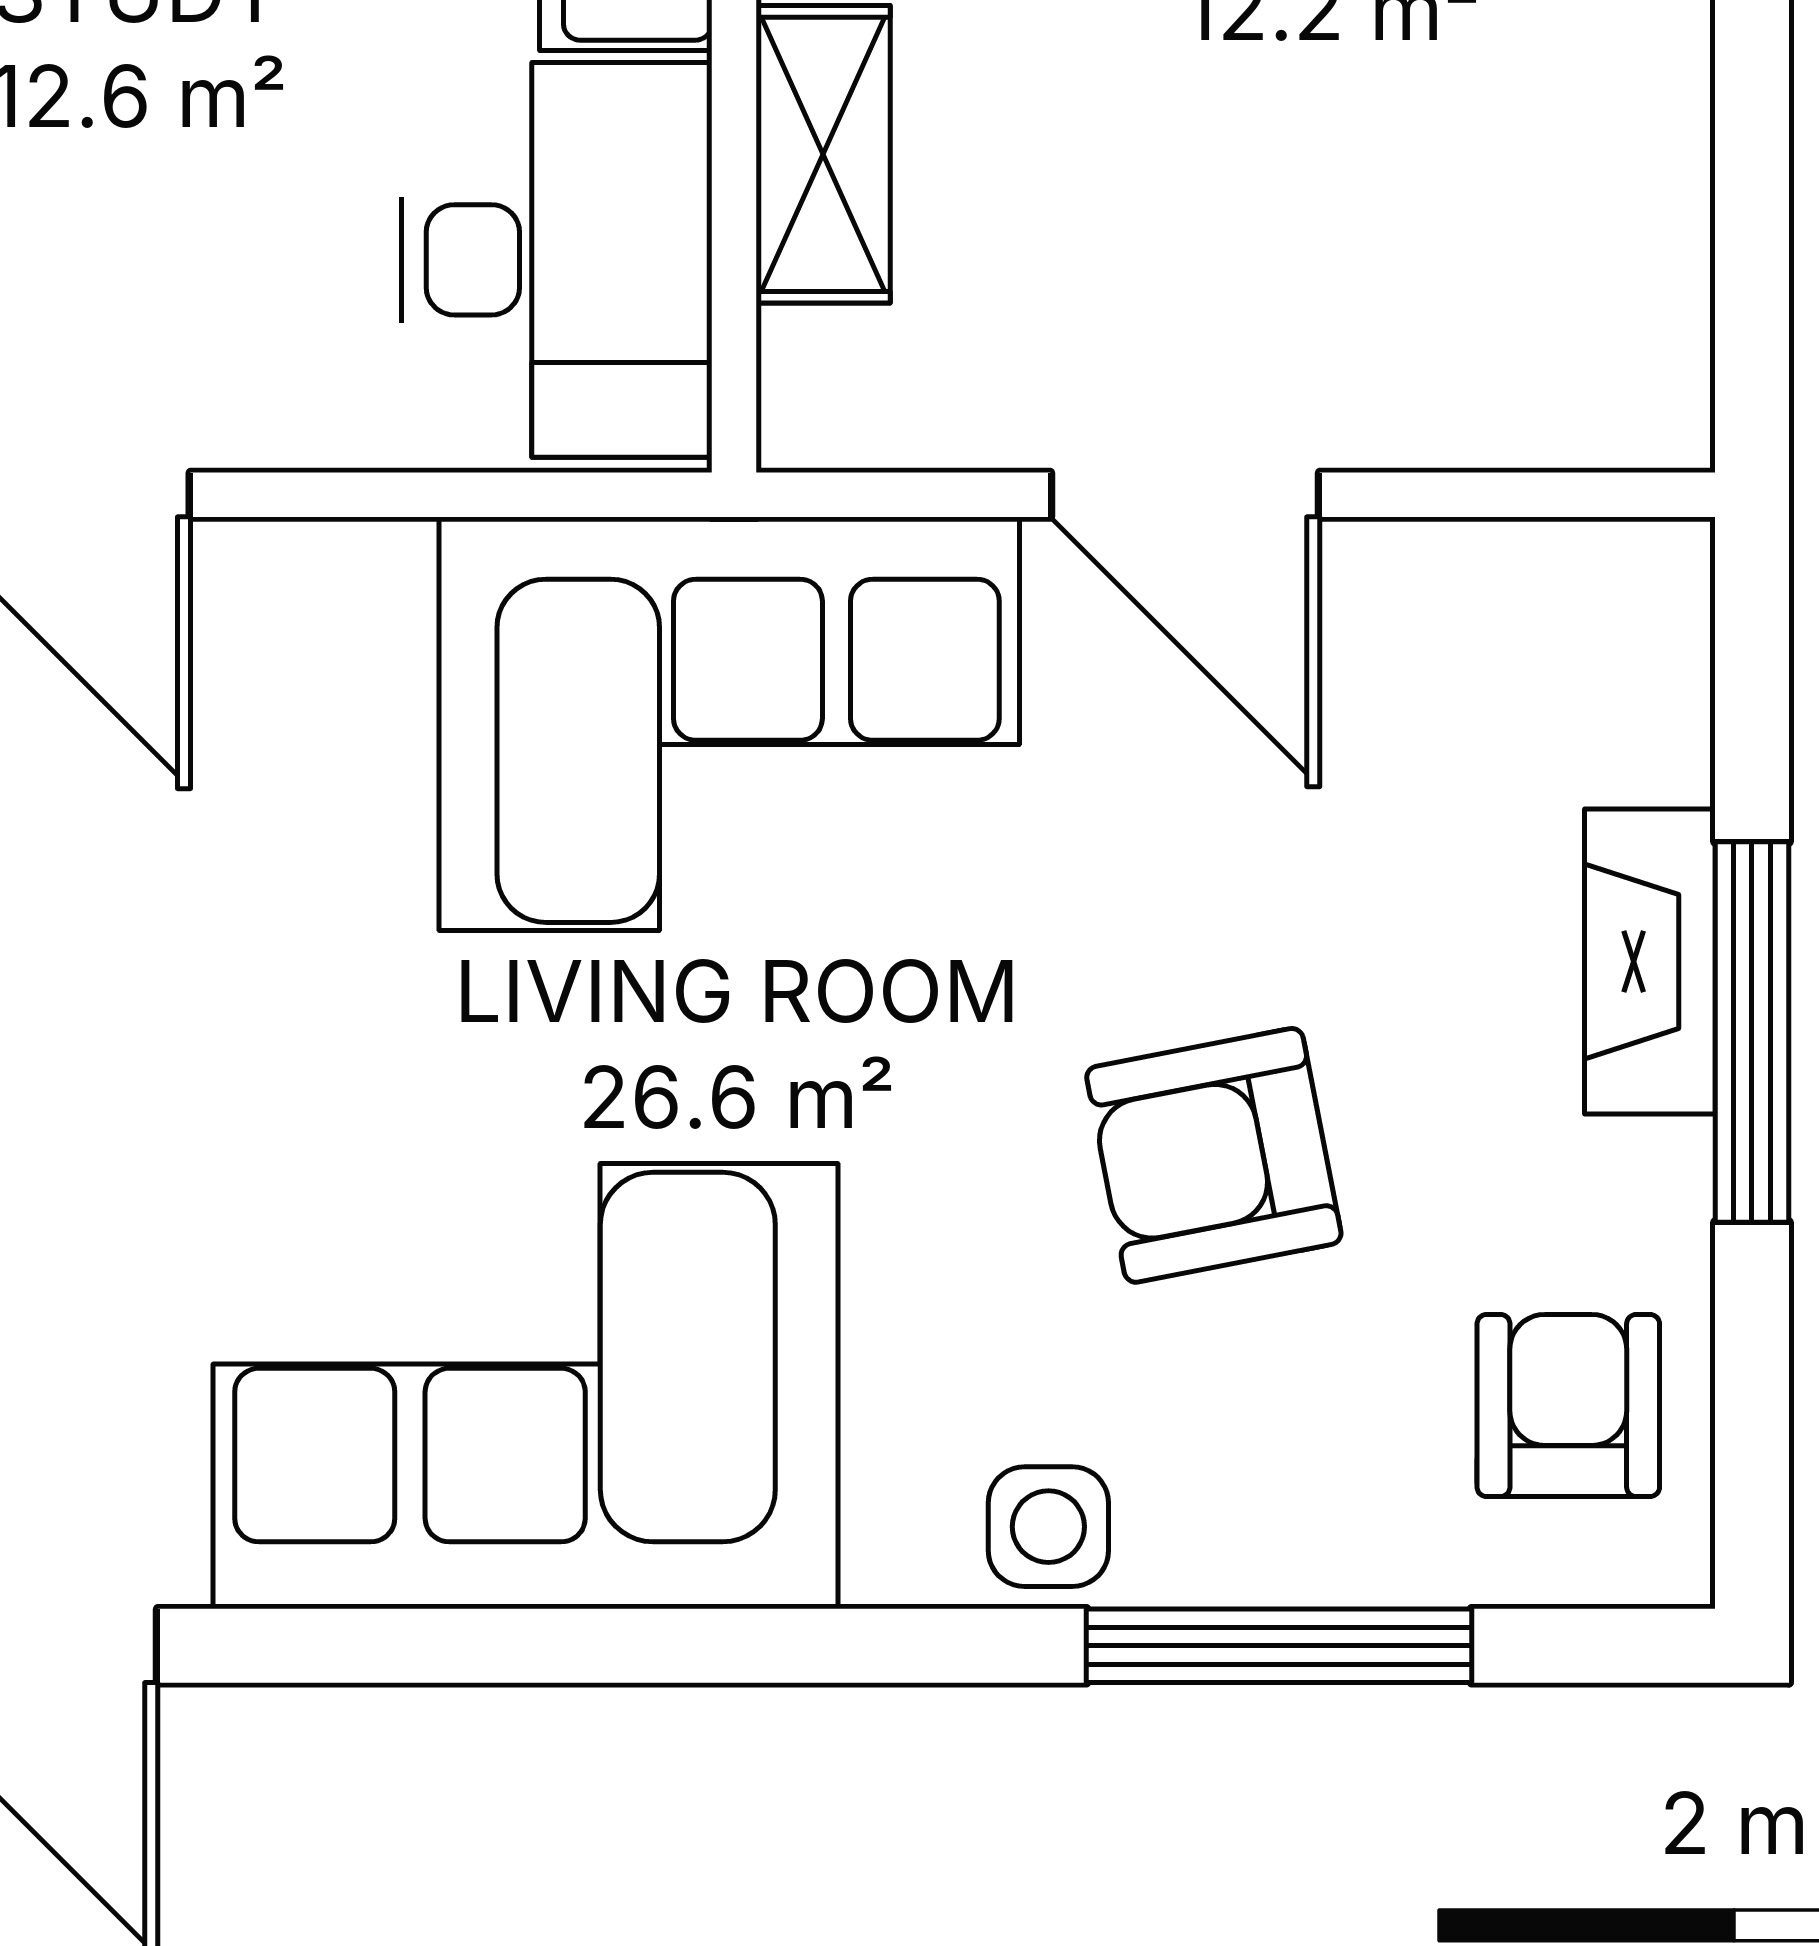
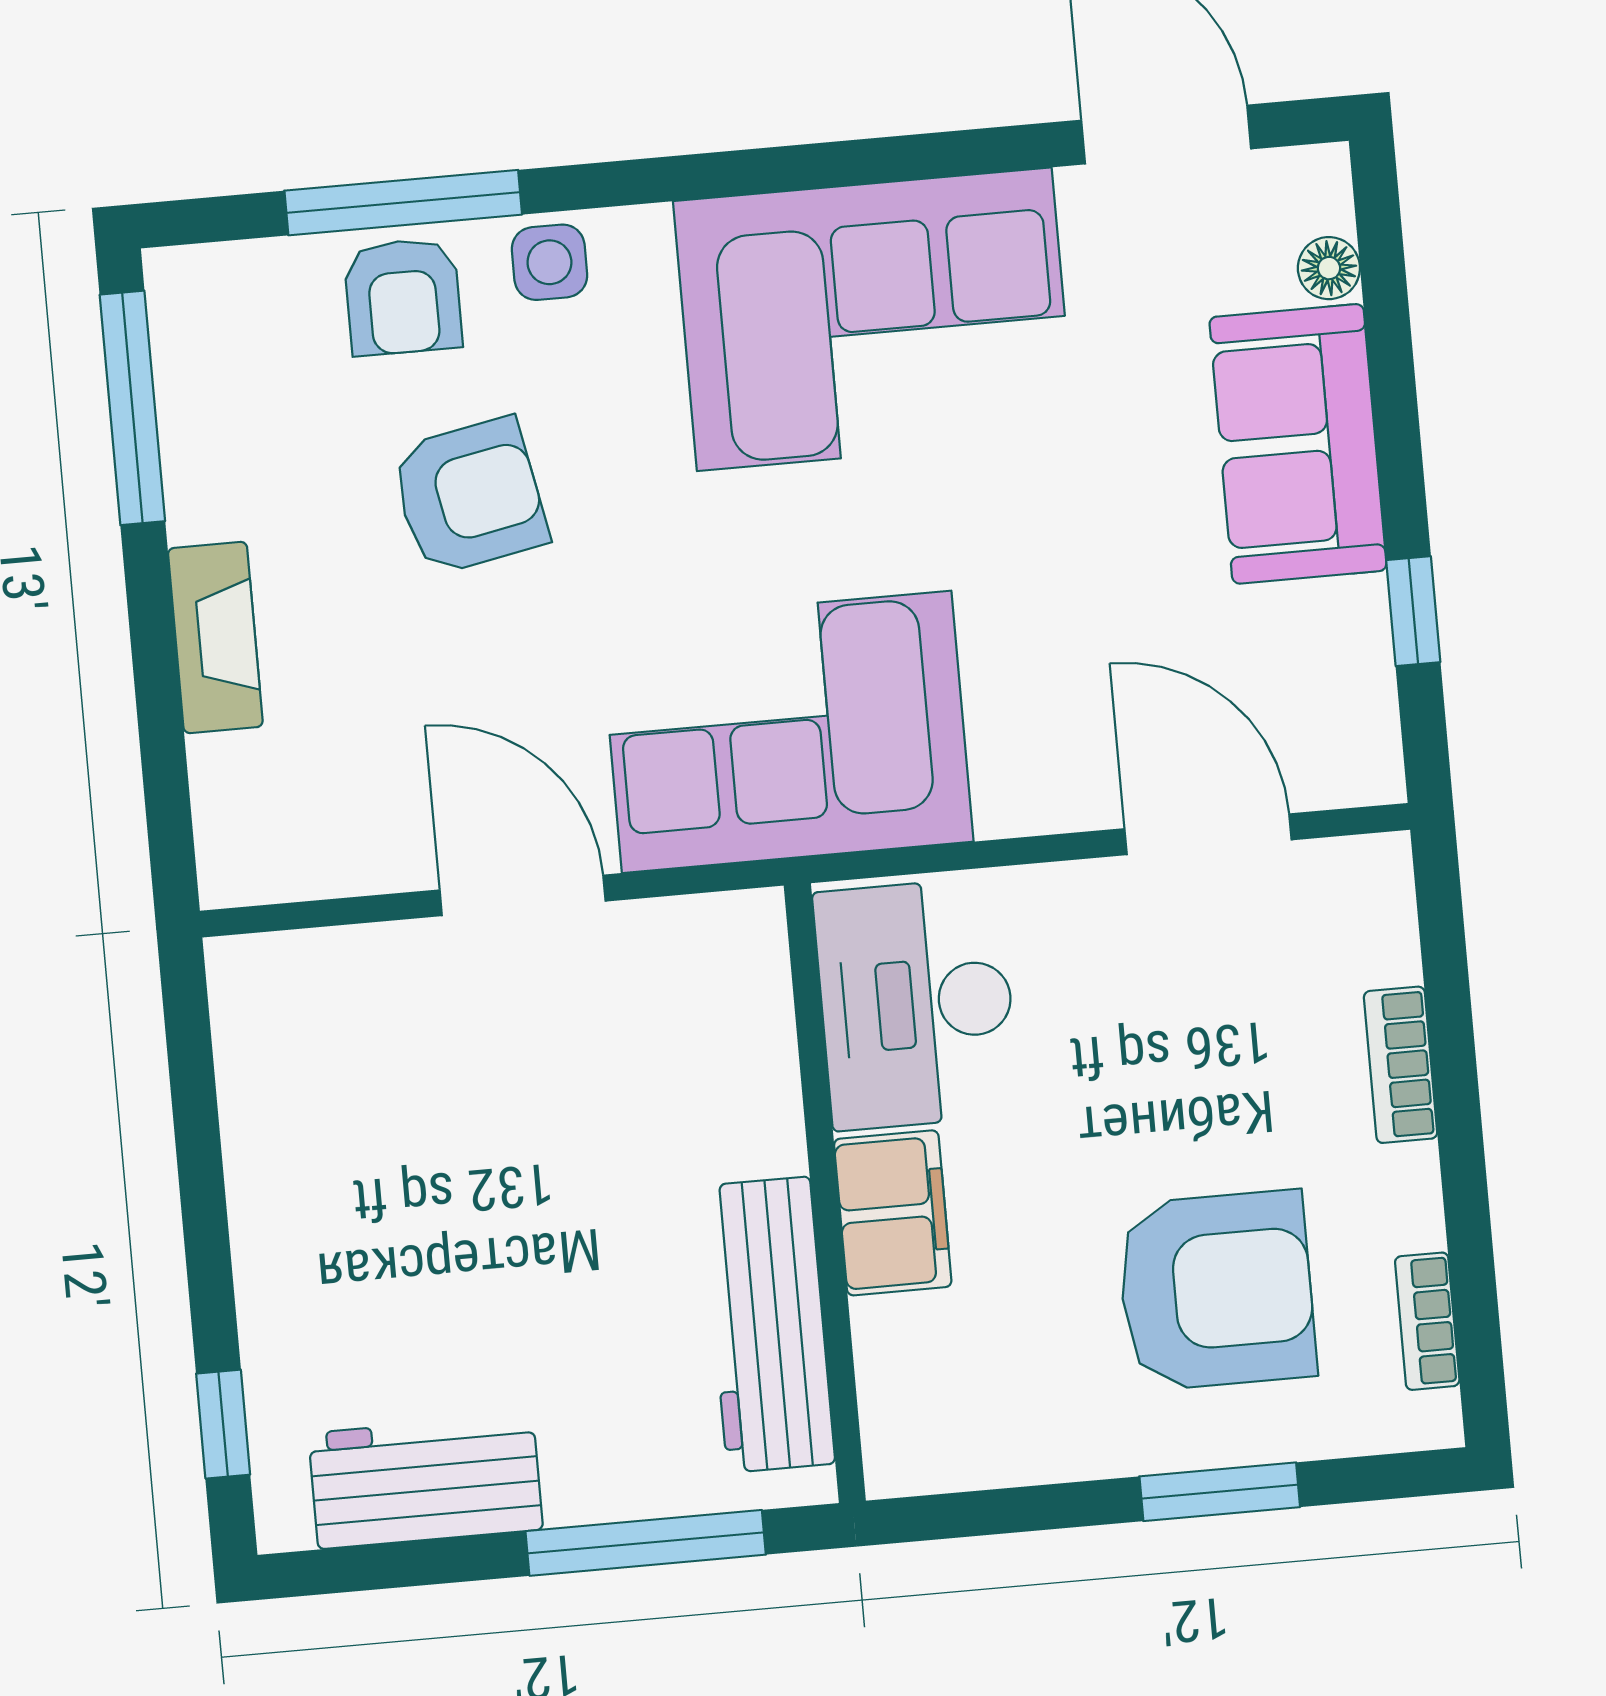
shelving: (823, 154) -> (760, 1082), removed
window: (1752, 1032) -> (132, 408), moved
armchair: (1568, 1405) -> (403, 297), moved

